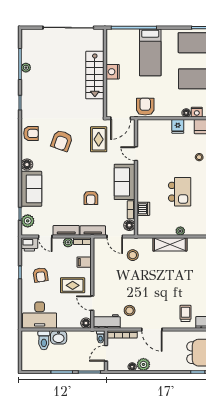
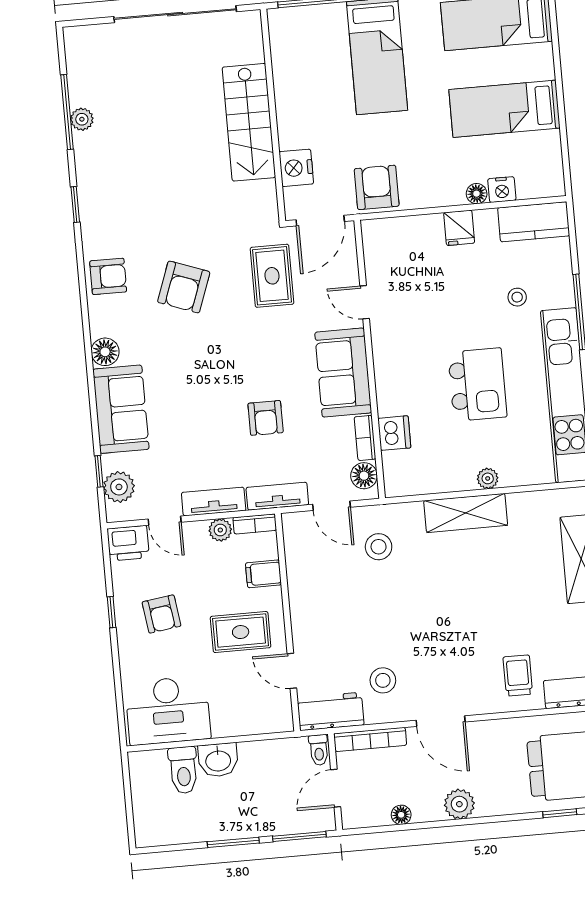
nightstand: (113, 72) -> (296, 168), moved
floor lamp: (86, 323) -> (281, 720), removed
plant: (143, 364) -> (459, 804), moved

